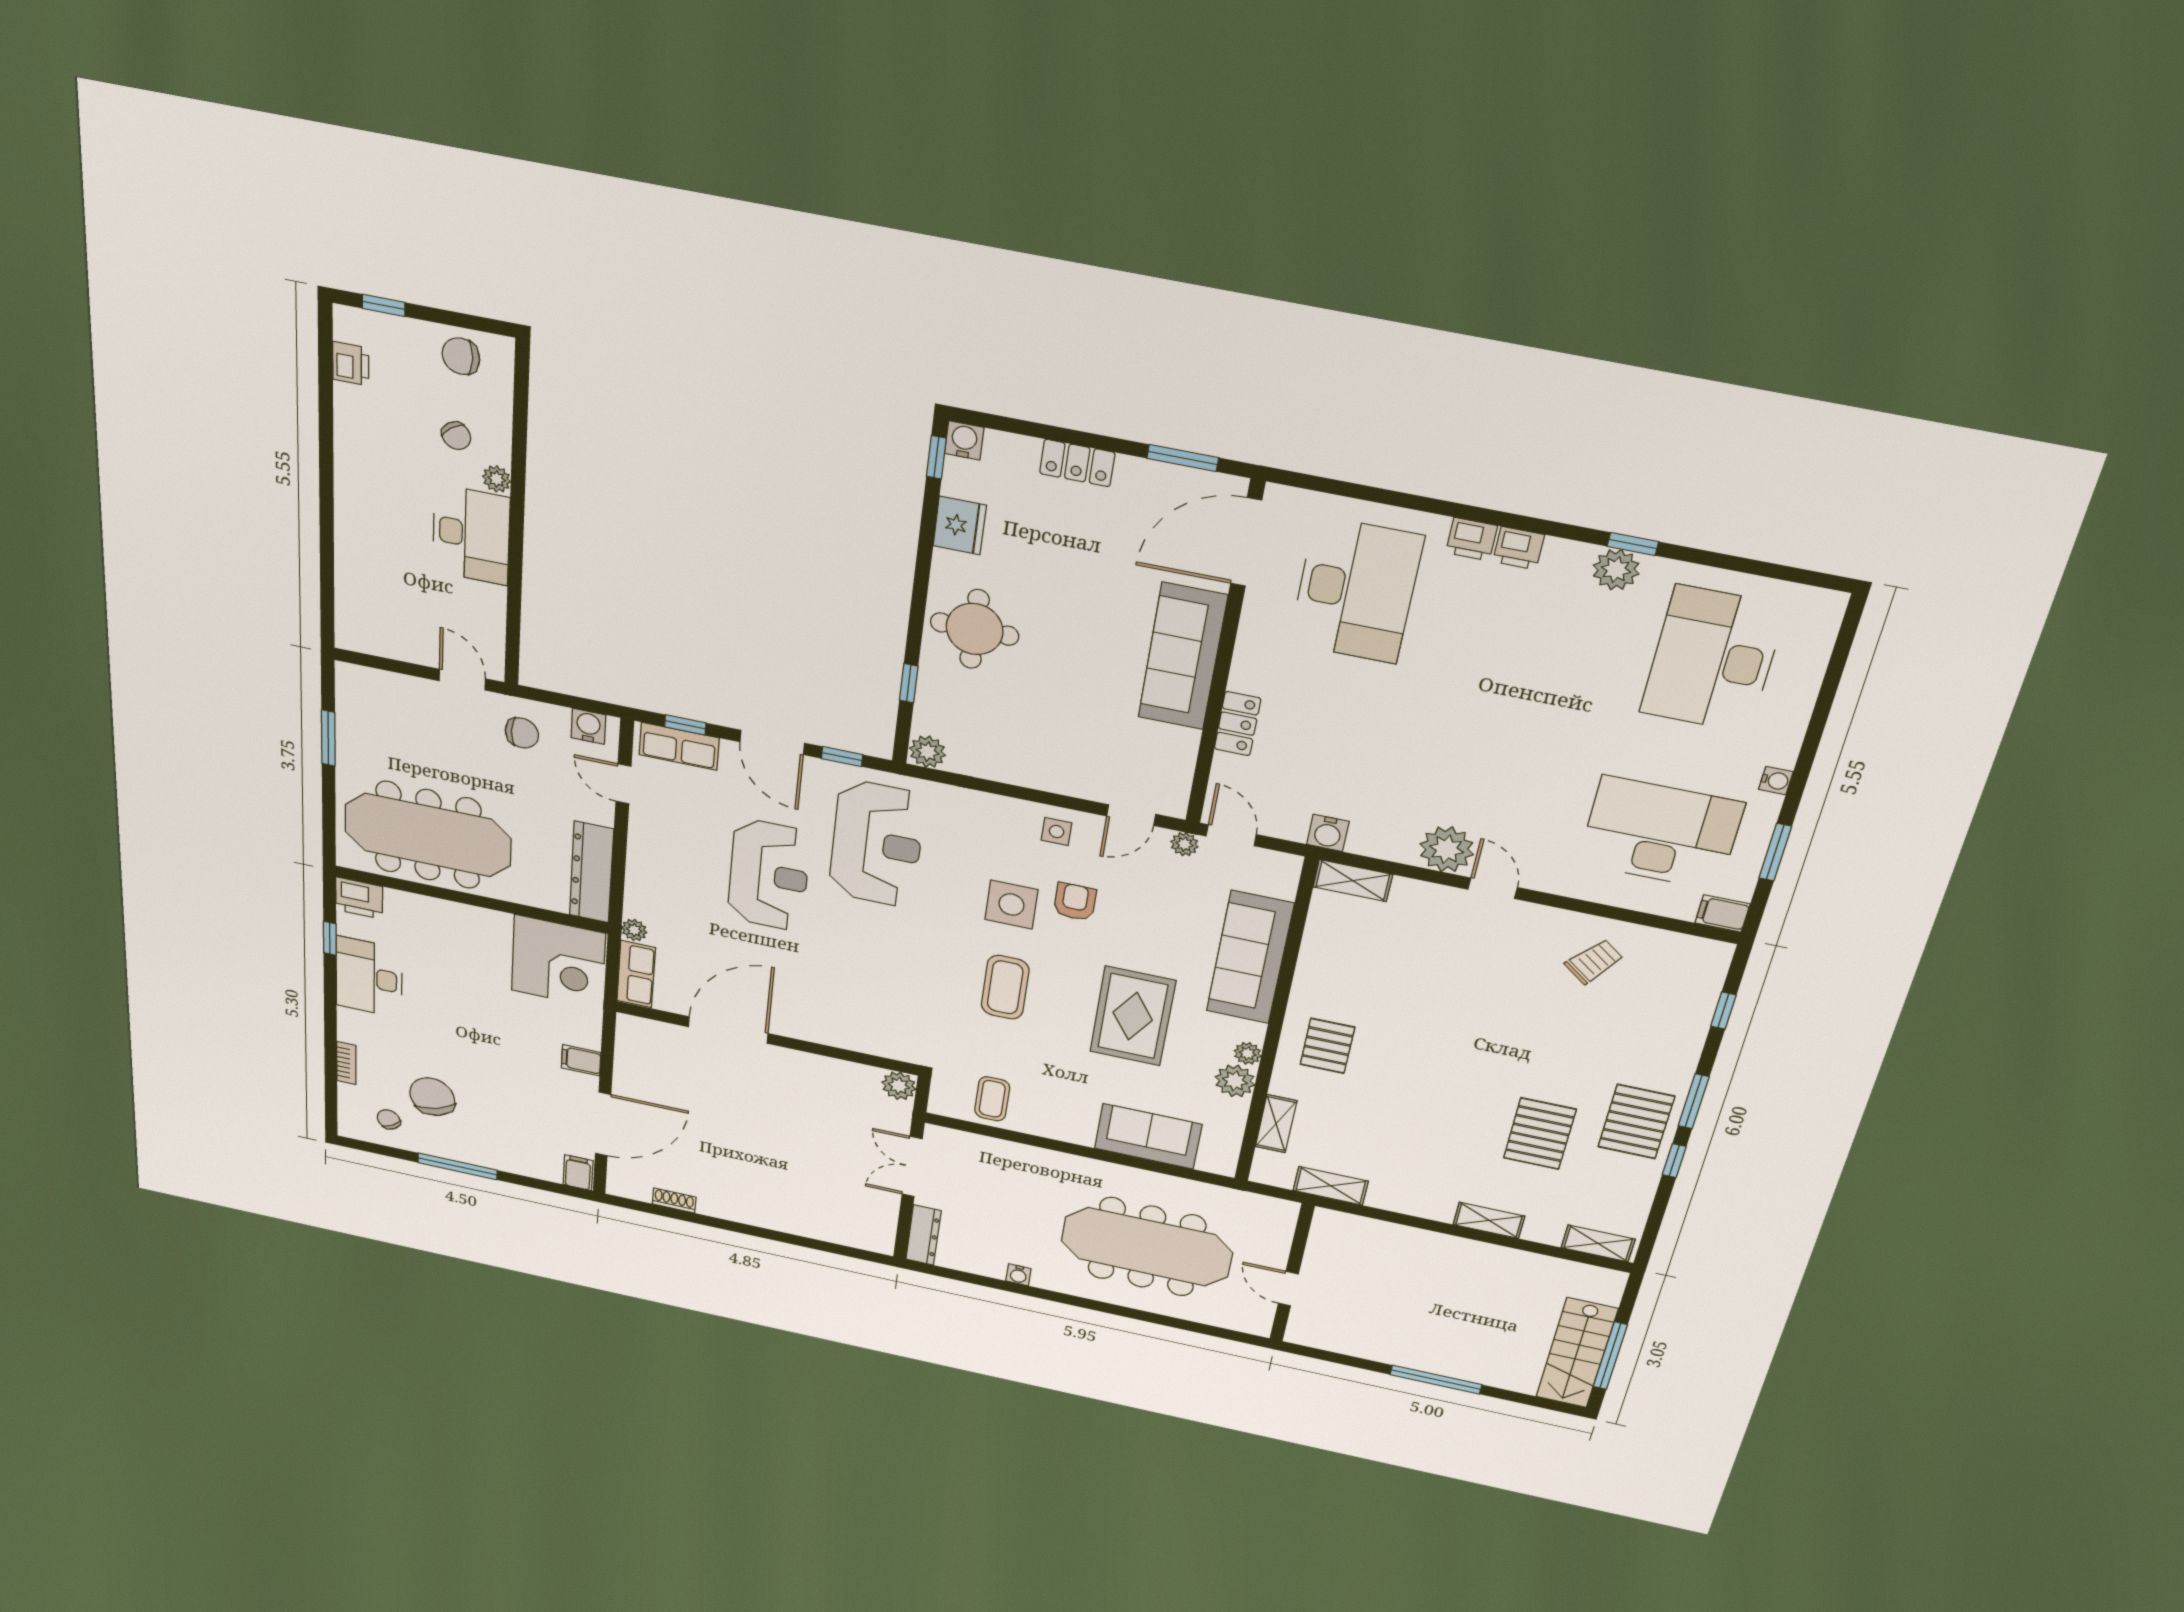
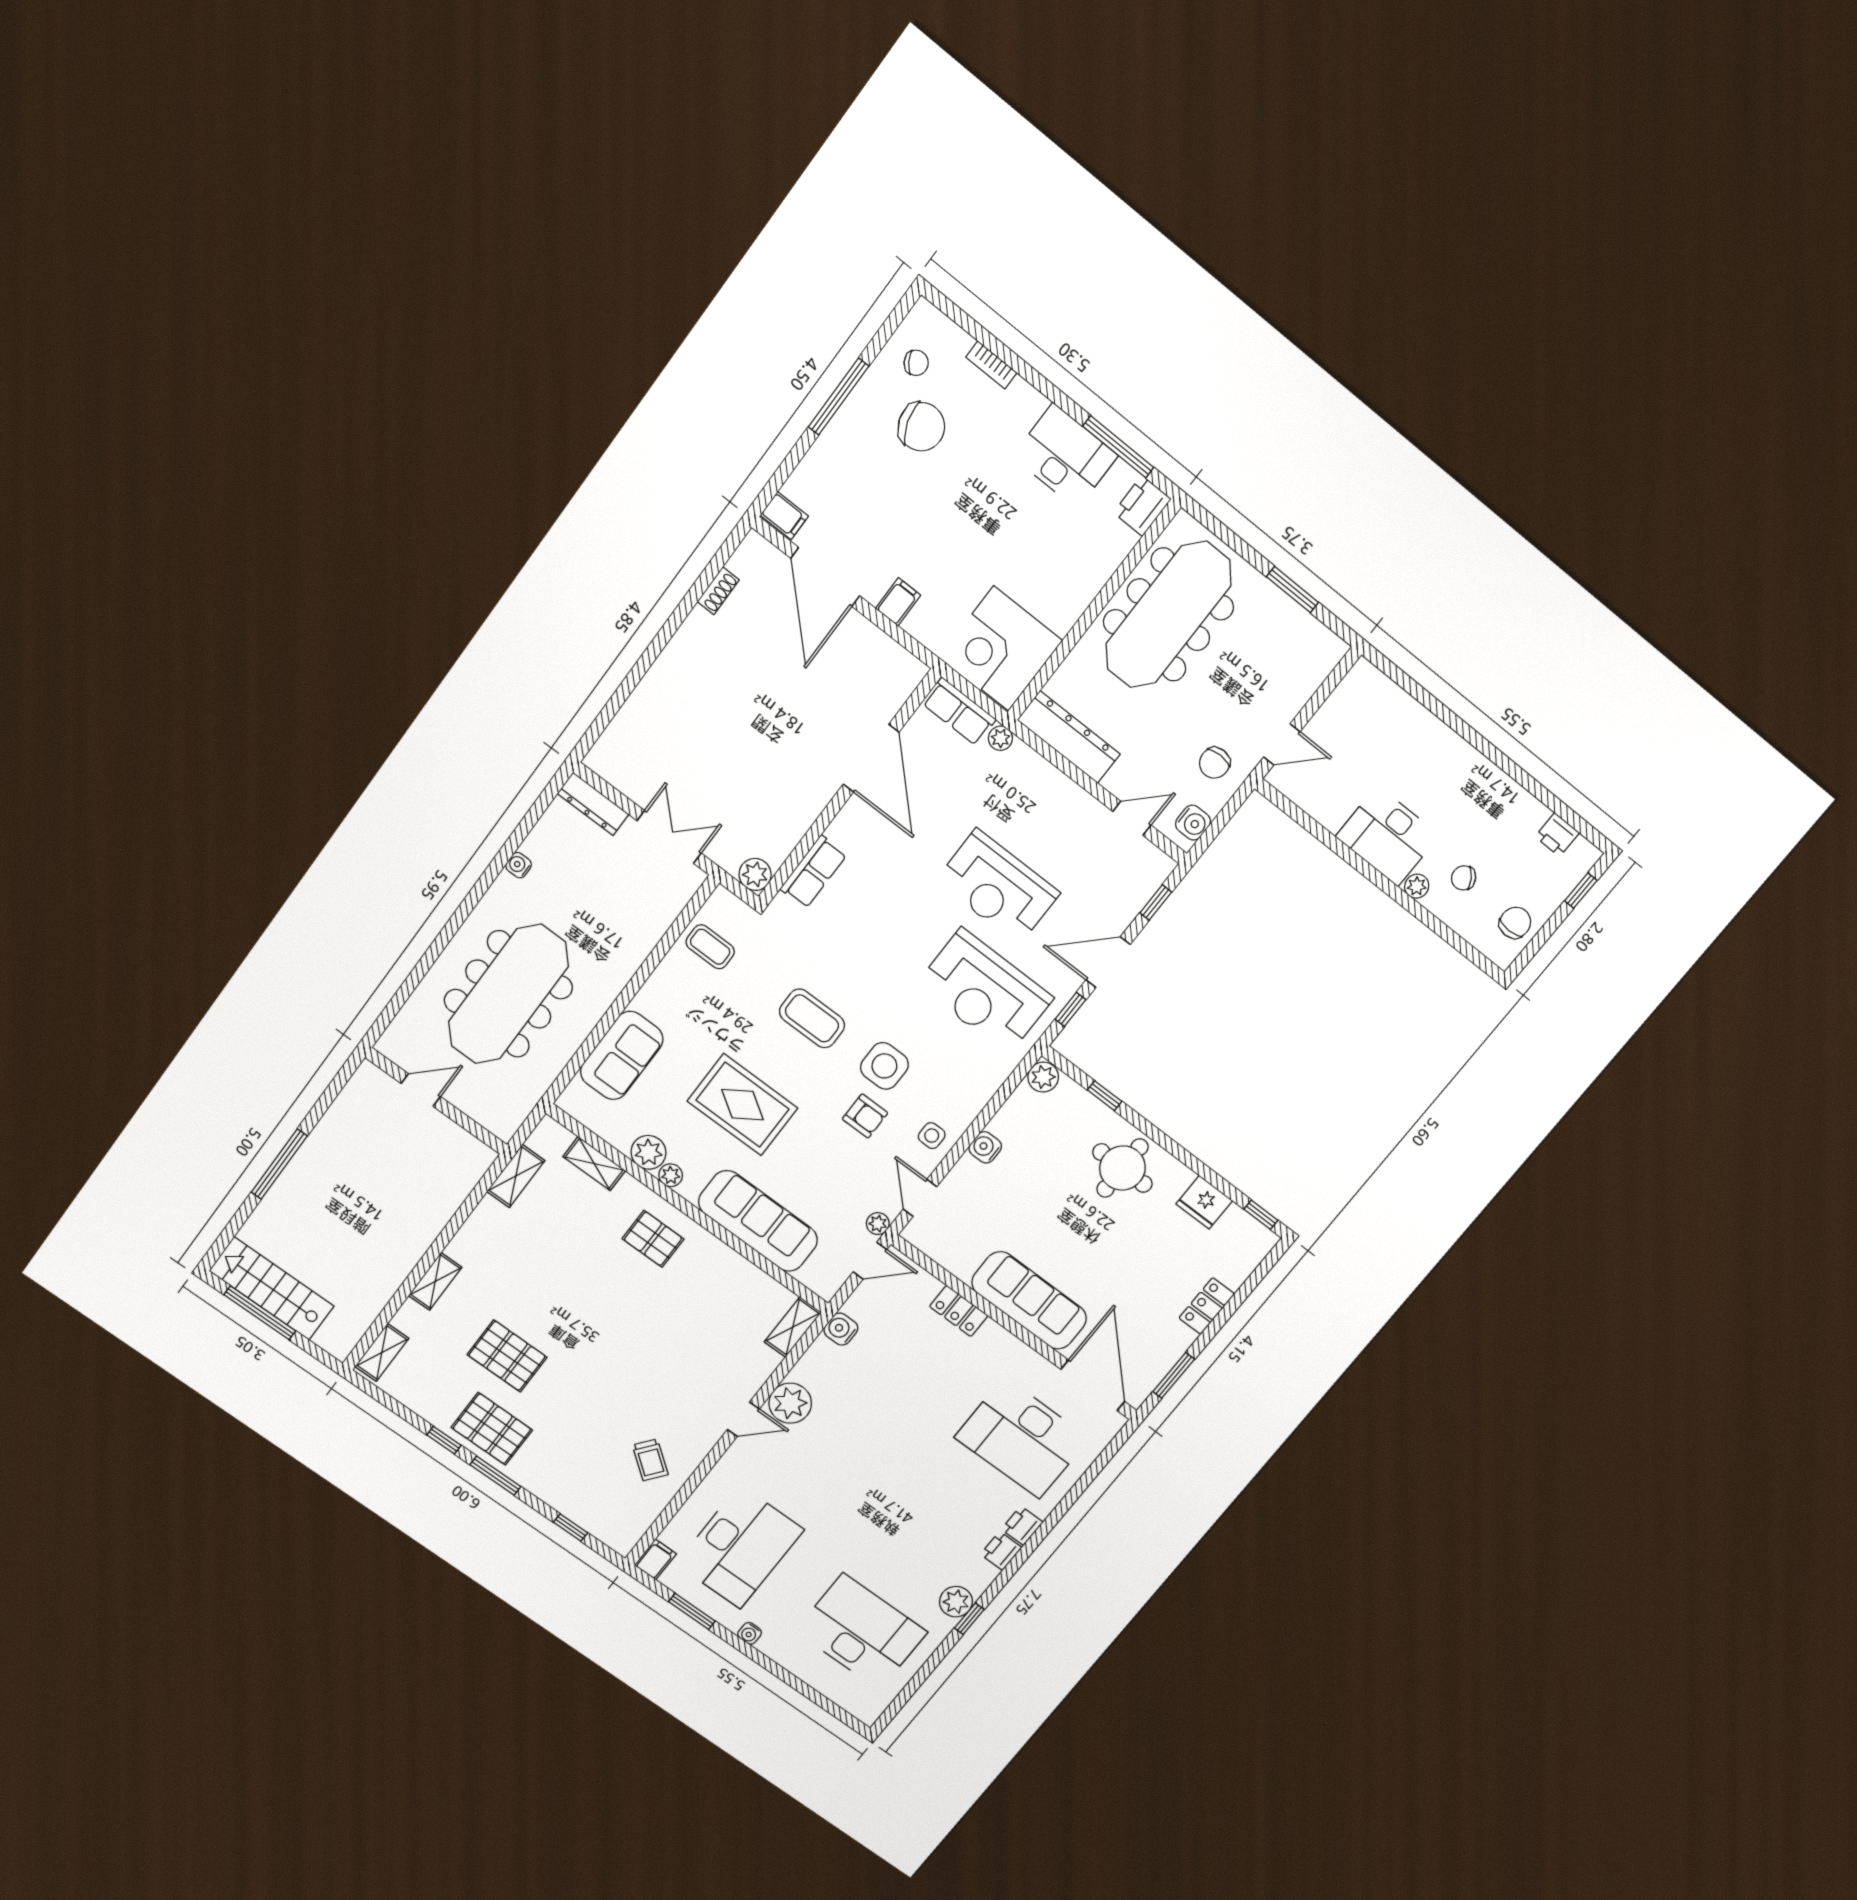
water cooler: (964, 440) -> (985, 1147), moved, turned 180
row of seats: (679, 746) -> (813, 872), moved, turned 180
window: (330, 938) -> (1118, 447), width x2.17

